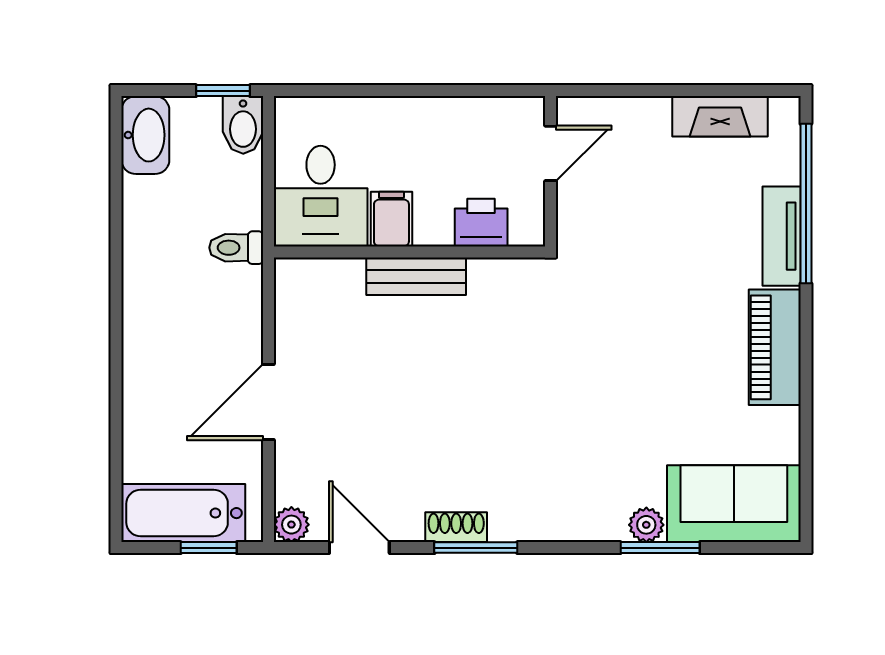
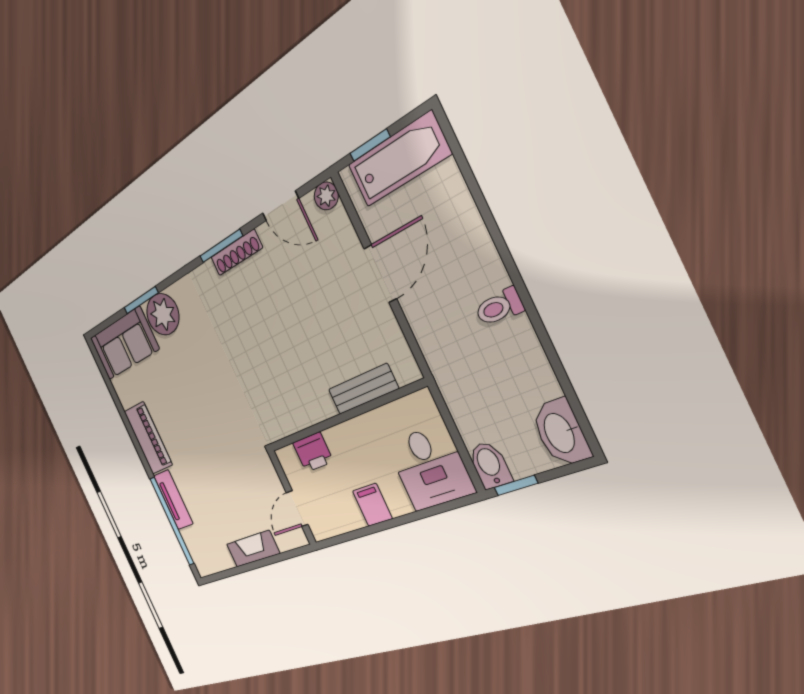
fireplace: (720, 116) -> (253, 549), moved
desk: (321, 196) -> (430, 468), moved, turned 180
filing cabinet: (391, 219) -> (372, 505), moved, turned 180
toilet: (236, 248) -> (499, 307), moved, turned 180
bench: (416, 276) -> (363, 389), moved
plant: (646, 525) -> (163, 314), width x1.88, depth x1.88
shoe rack: (456, 527) -> (236, 253), width x1.43

